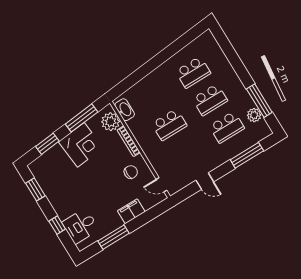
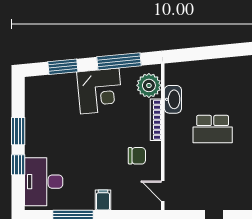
washbasin: (125, 110) -> (173, 99), moved
window: (35, 189) -> (18, 131), moved
filing cabinet: (131, 211) -> (103, 200), width x0.50
desk: (81, 226) -> (44, 182), width x1.37

